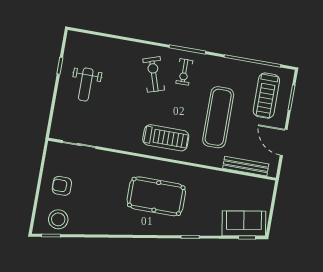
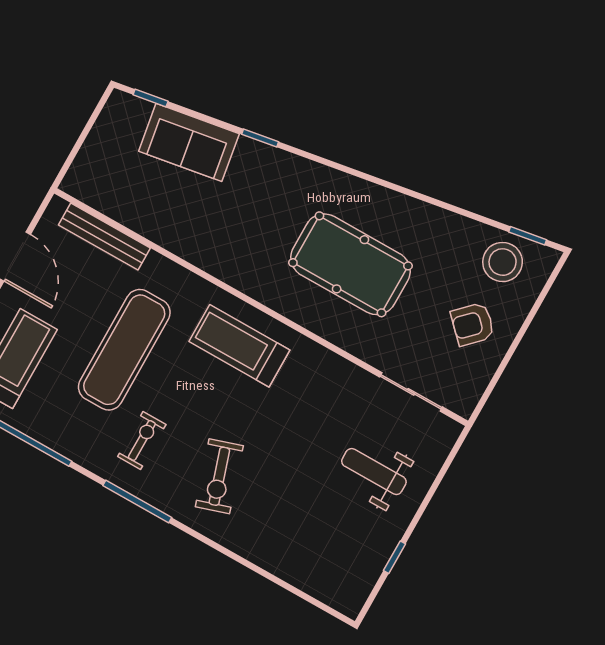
exercise bike: (184, 72) -> (142, 441), moved
weight bench: (86, 85) -> (374, 472), moved, turned -90
armchair: (62, 186) -> (473, 324), turned 135
pool table: (156, 196) -> (350, 264), moved
sofa: (244, 223) -> (189, 142), moved

